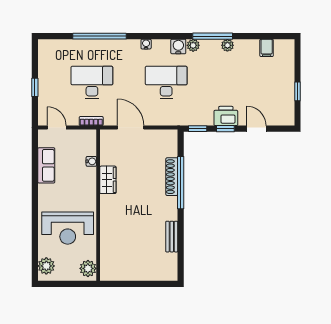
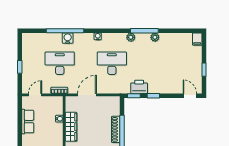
water cooler: (178, 46) -> (68, 38), moved
filing cabinet: (267, 48) -> (197, 39), moved
printer: (226, 116) -> (139, 87), moved
door: (57, 127) -> (35, 95), hinge flipped
door: (131, 127) -> (87, 95), hinge flipped
door: (256, 129) -> (190, 96), moved
wardrobe: (108, 180) -> (71, 127), width x1.50

